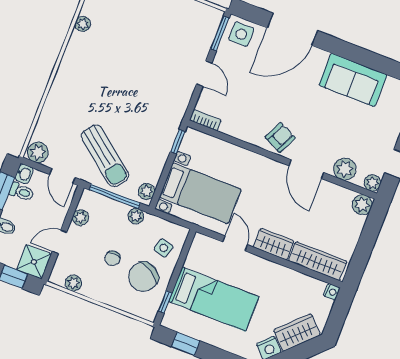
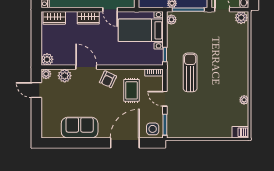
rug: (251, 106) -> (131, 90), added
sun lounger: (105, 156) -> (190, 72), moved, turned 52
wardrobe: (318, 261) -> (54, 18), width x0.67

